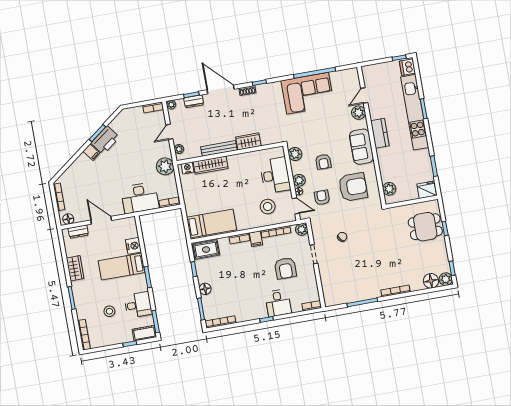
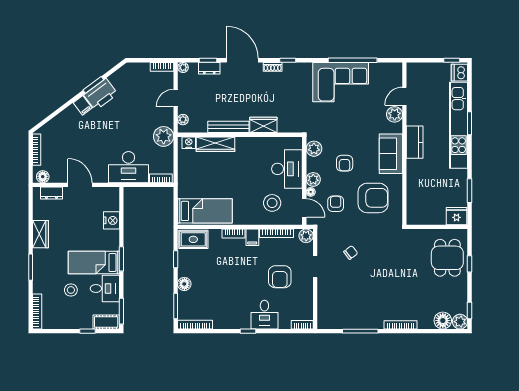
plant: (389, 189) -> (414, 207), removed
dining table: (425, 227) -> (447, 258), turned 90
bed: (122, 267) -> (94, 263), moved

